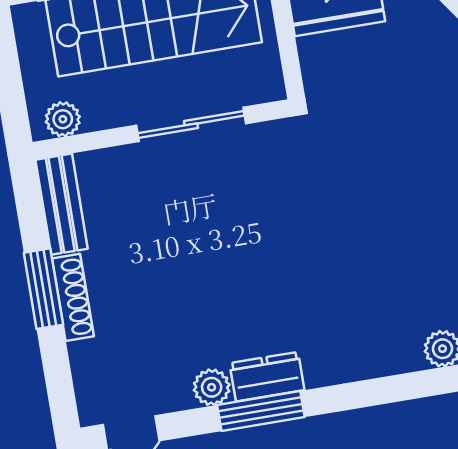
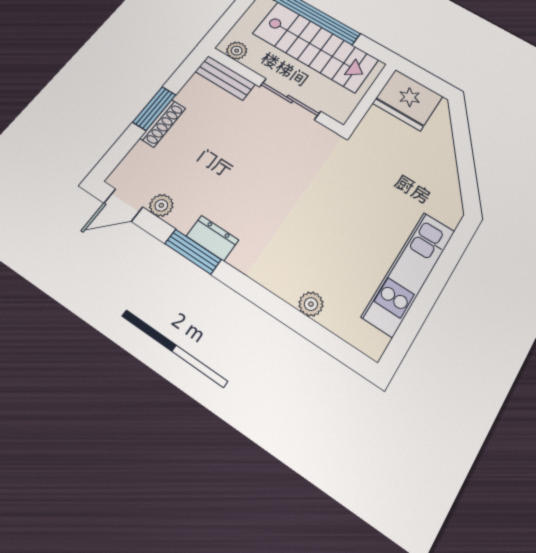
bench: (62, 204) -> (225, 78), moved, turned 90
plant: (212, 387) -> (161, 205), moved

